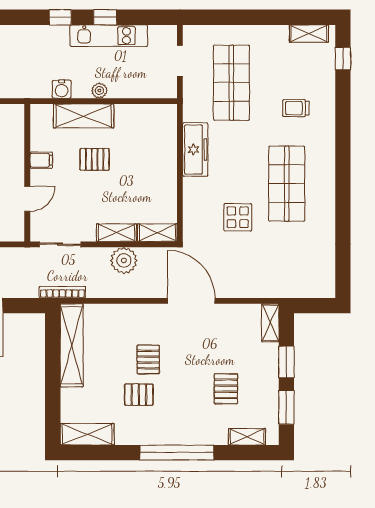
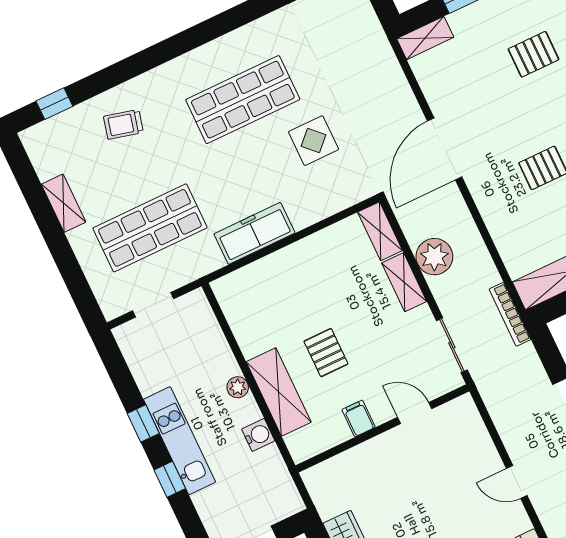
shelving: (309, 34) -> (64, 203), moved
kitchen unit: (109, 36) -> (179, 441), moved
trolley: (296, 108) -> (123, 124), moved, turned 104

